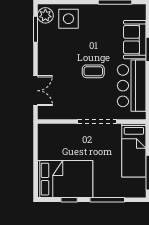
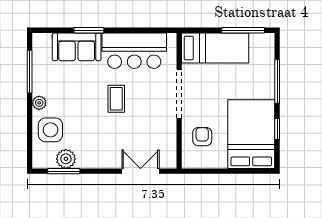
plant: (90, 10) -> (39, 103), added
plant: (45, 15) -> (66, 159), moved
armchair: (63, 140) -> (202, 137), added

